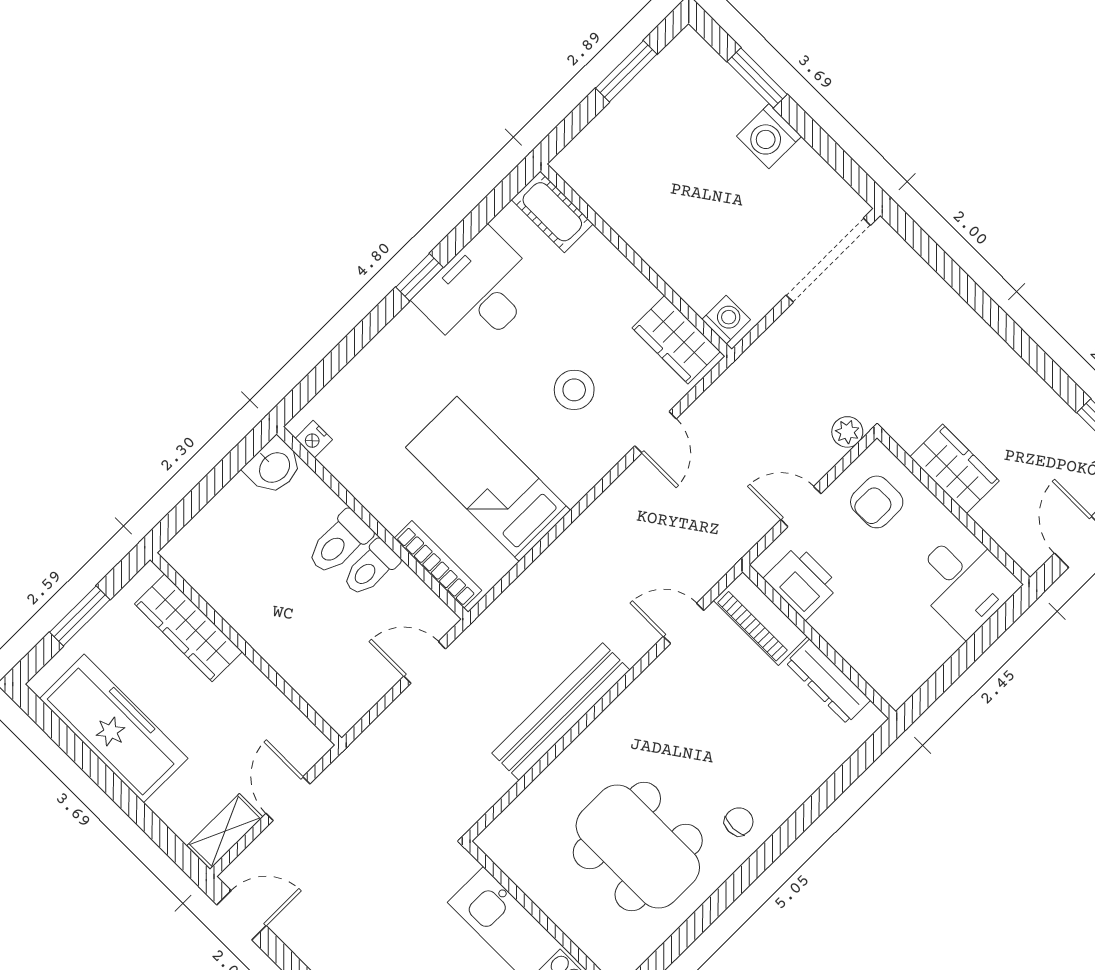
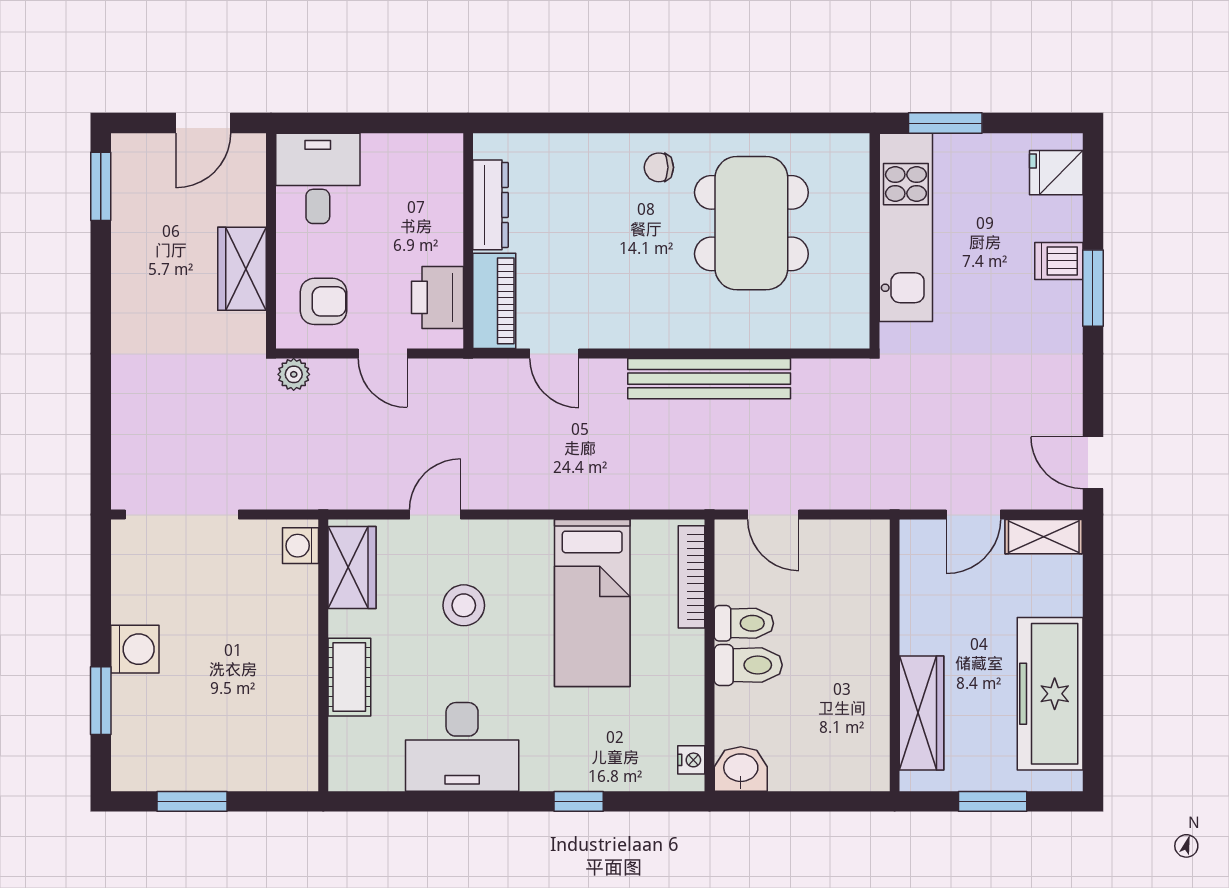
cot: (552, 212) -> (349, 677), moved
window: (420, 277) -> (579, 801), moved

